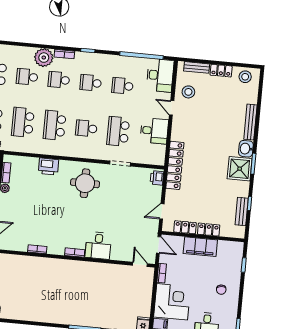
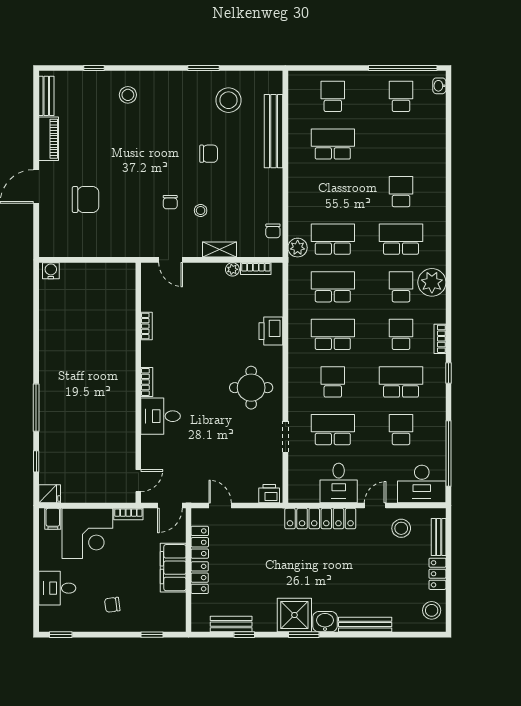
plant: (44, 58) -> (432, 282), moved
school desk: (91, 83) -> (401, 382), width x1.85
locker: (175, 165) -> (320, 519), moved

